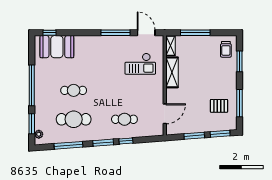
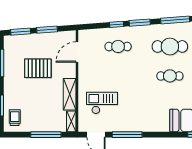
pallet: (219, 106) -> (38, 68), moved, width x1.50, depth x1.42

